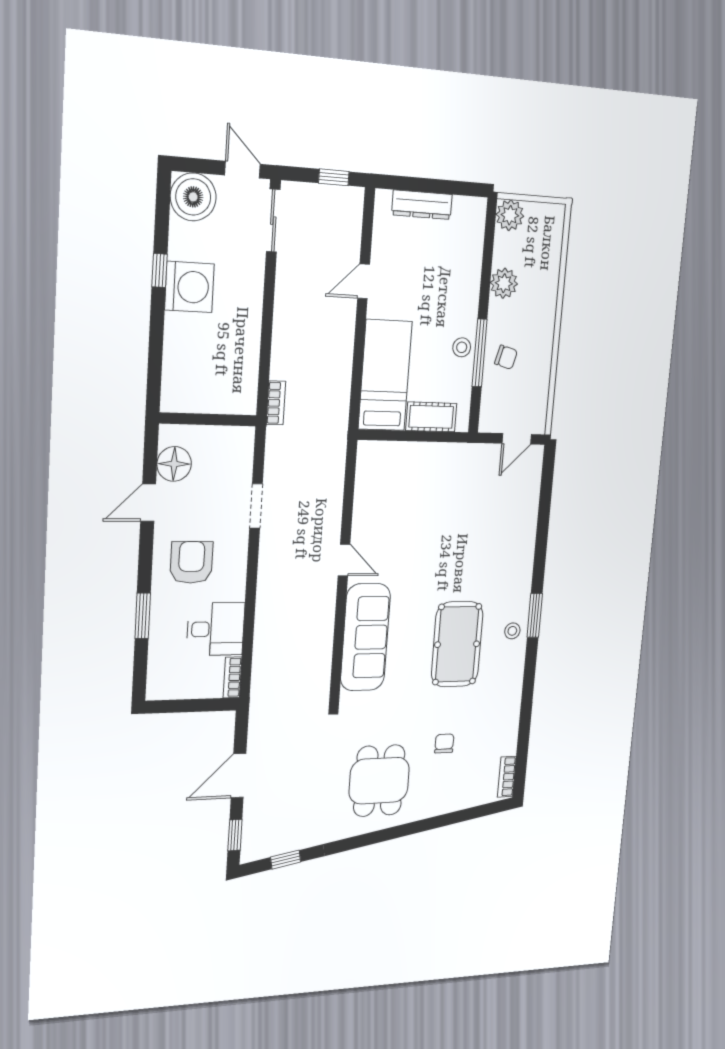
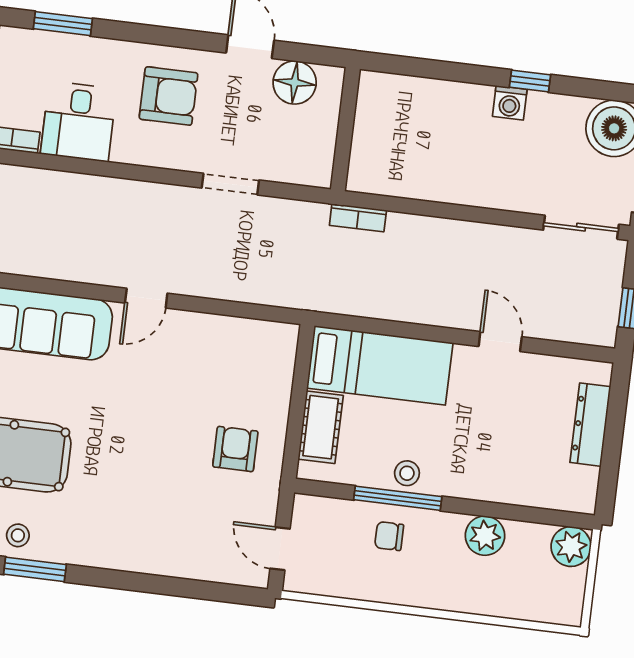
washing machine: (189, 287) -> (510, 103), width x0.53, depth x0.53
chair: (506, 357) -> (389, 536), turned 75
armchair: (449, 480) -> (235, 449), added
window: (143, 616) -> (63, 24), moved

